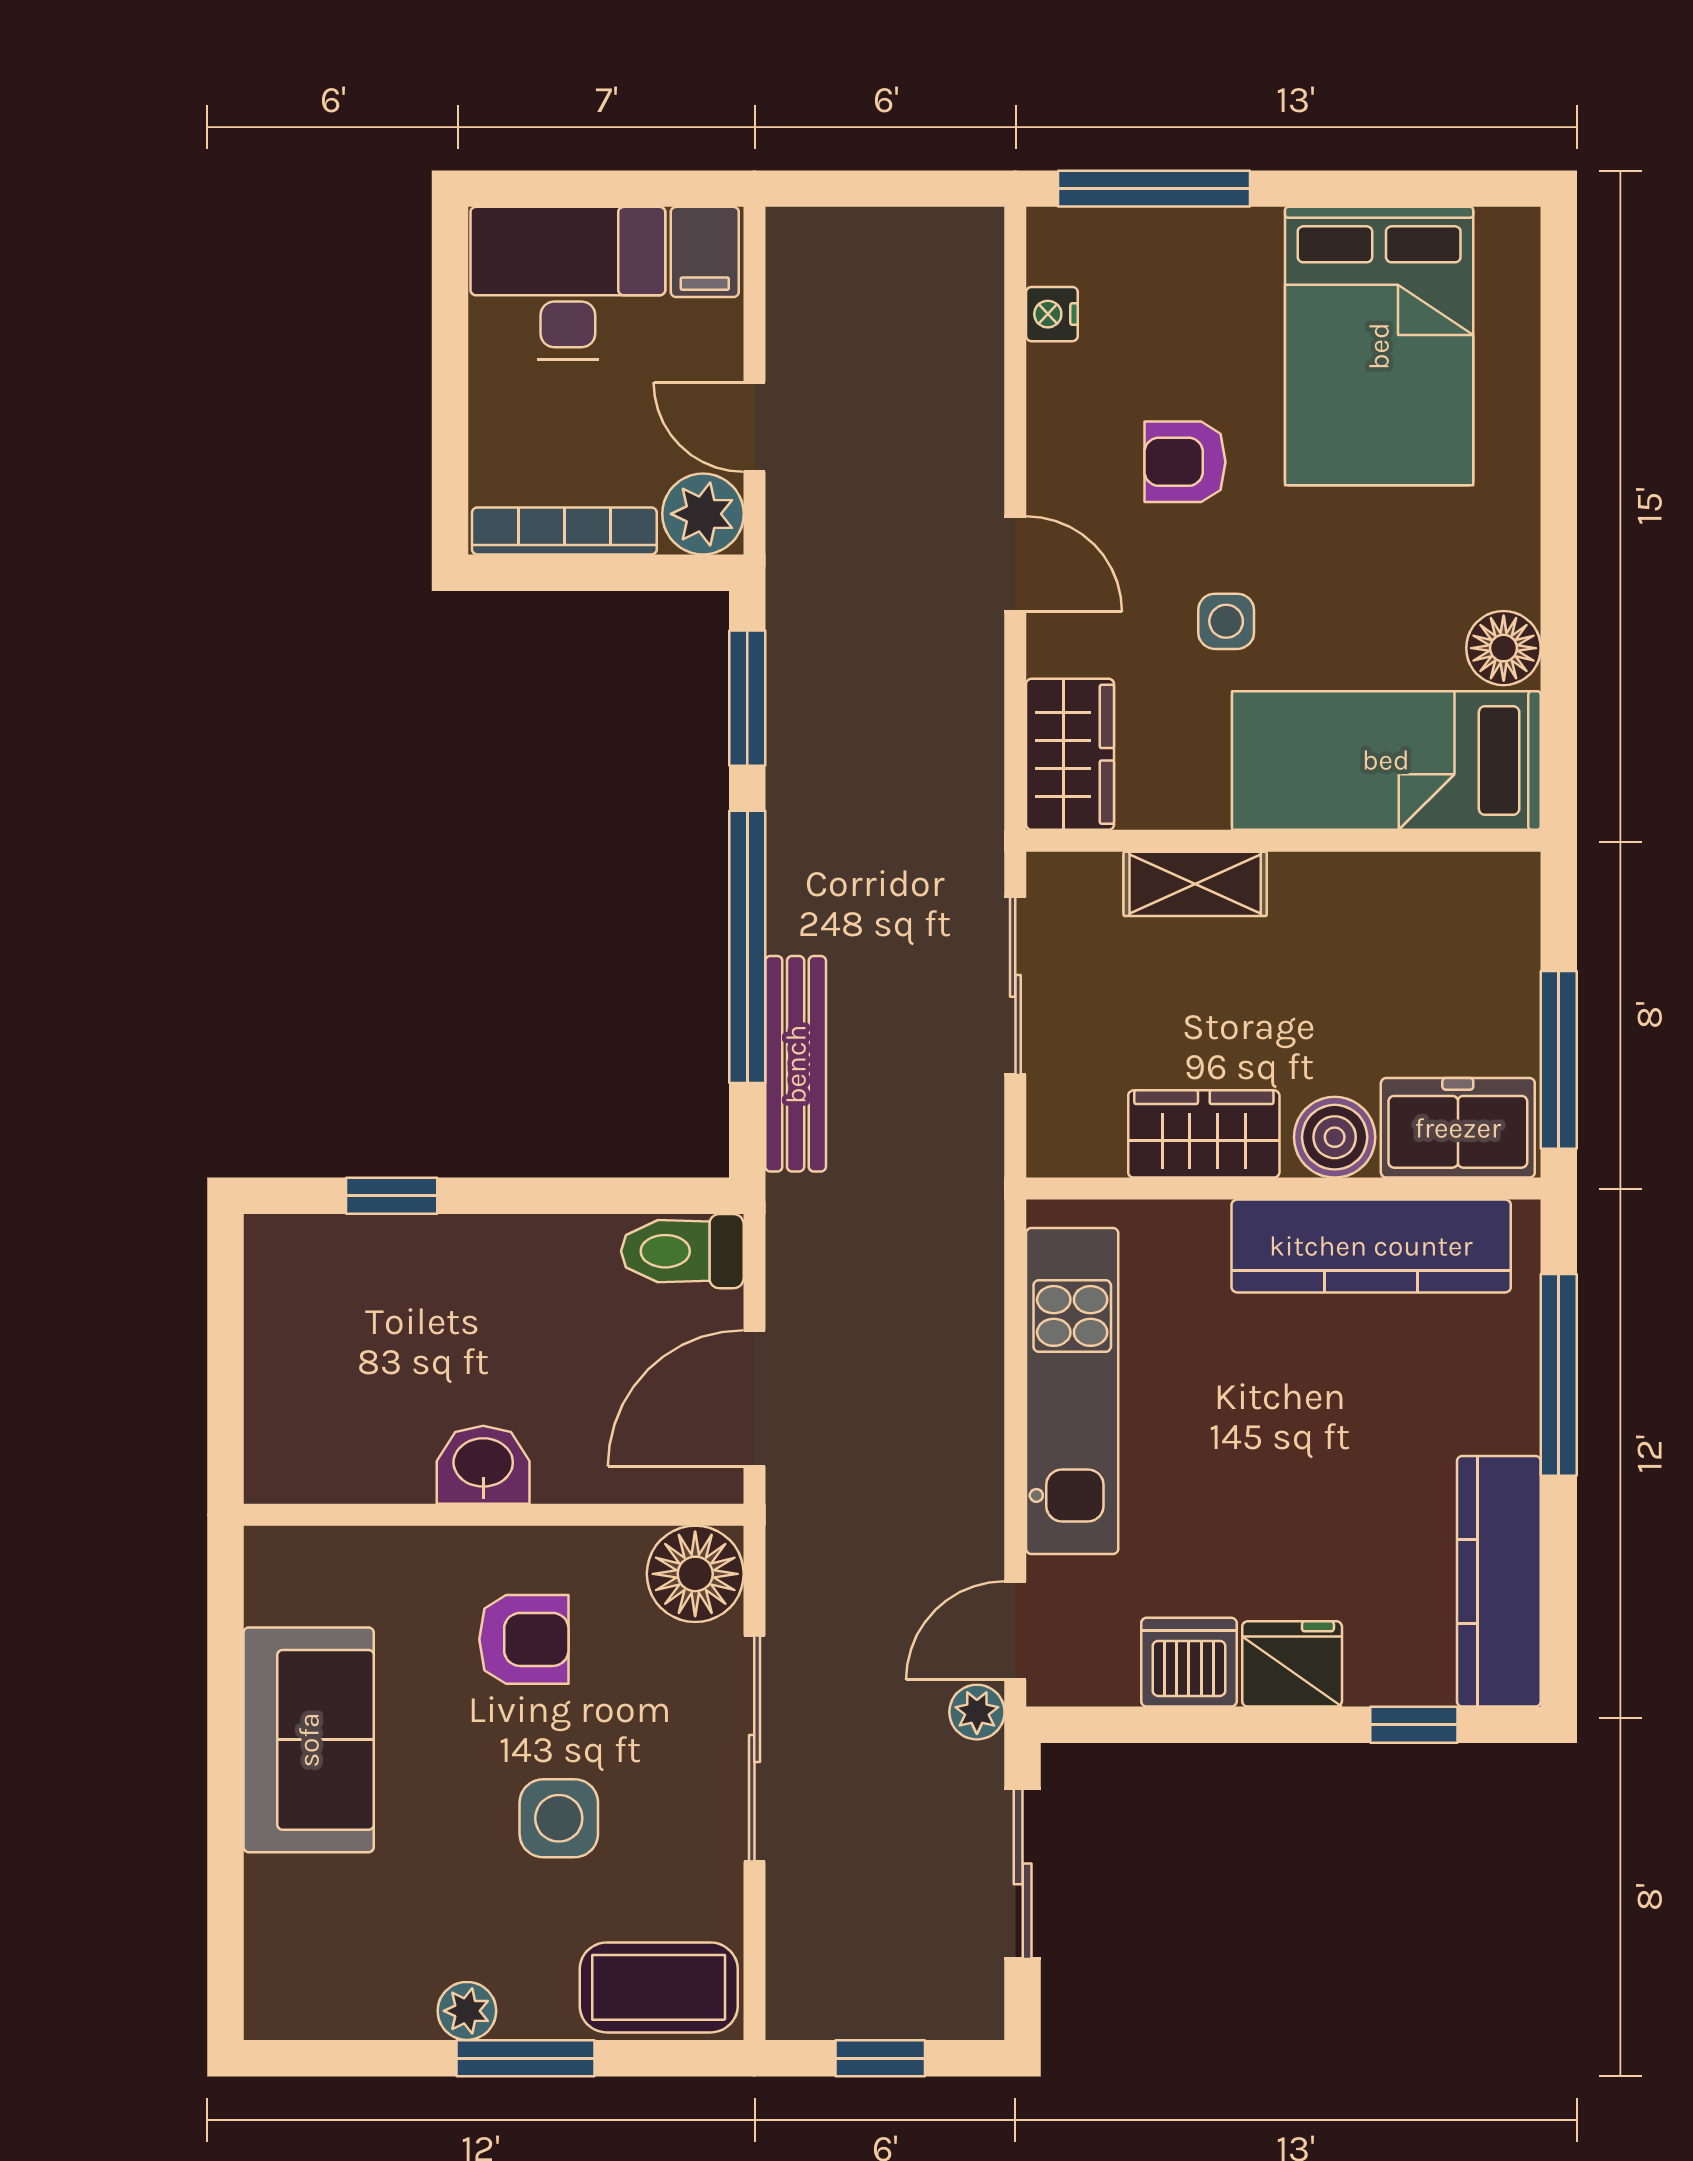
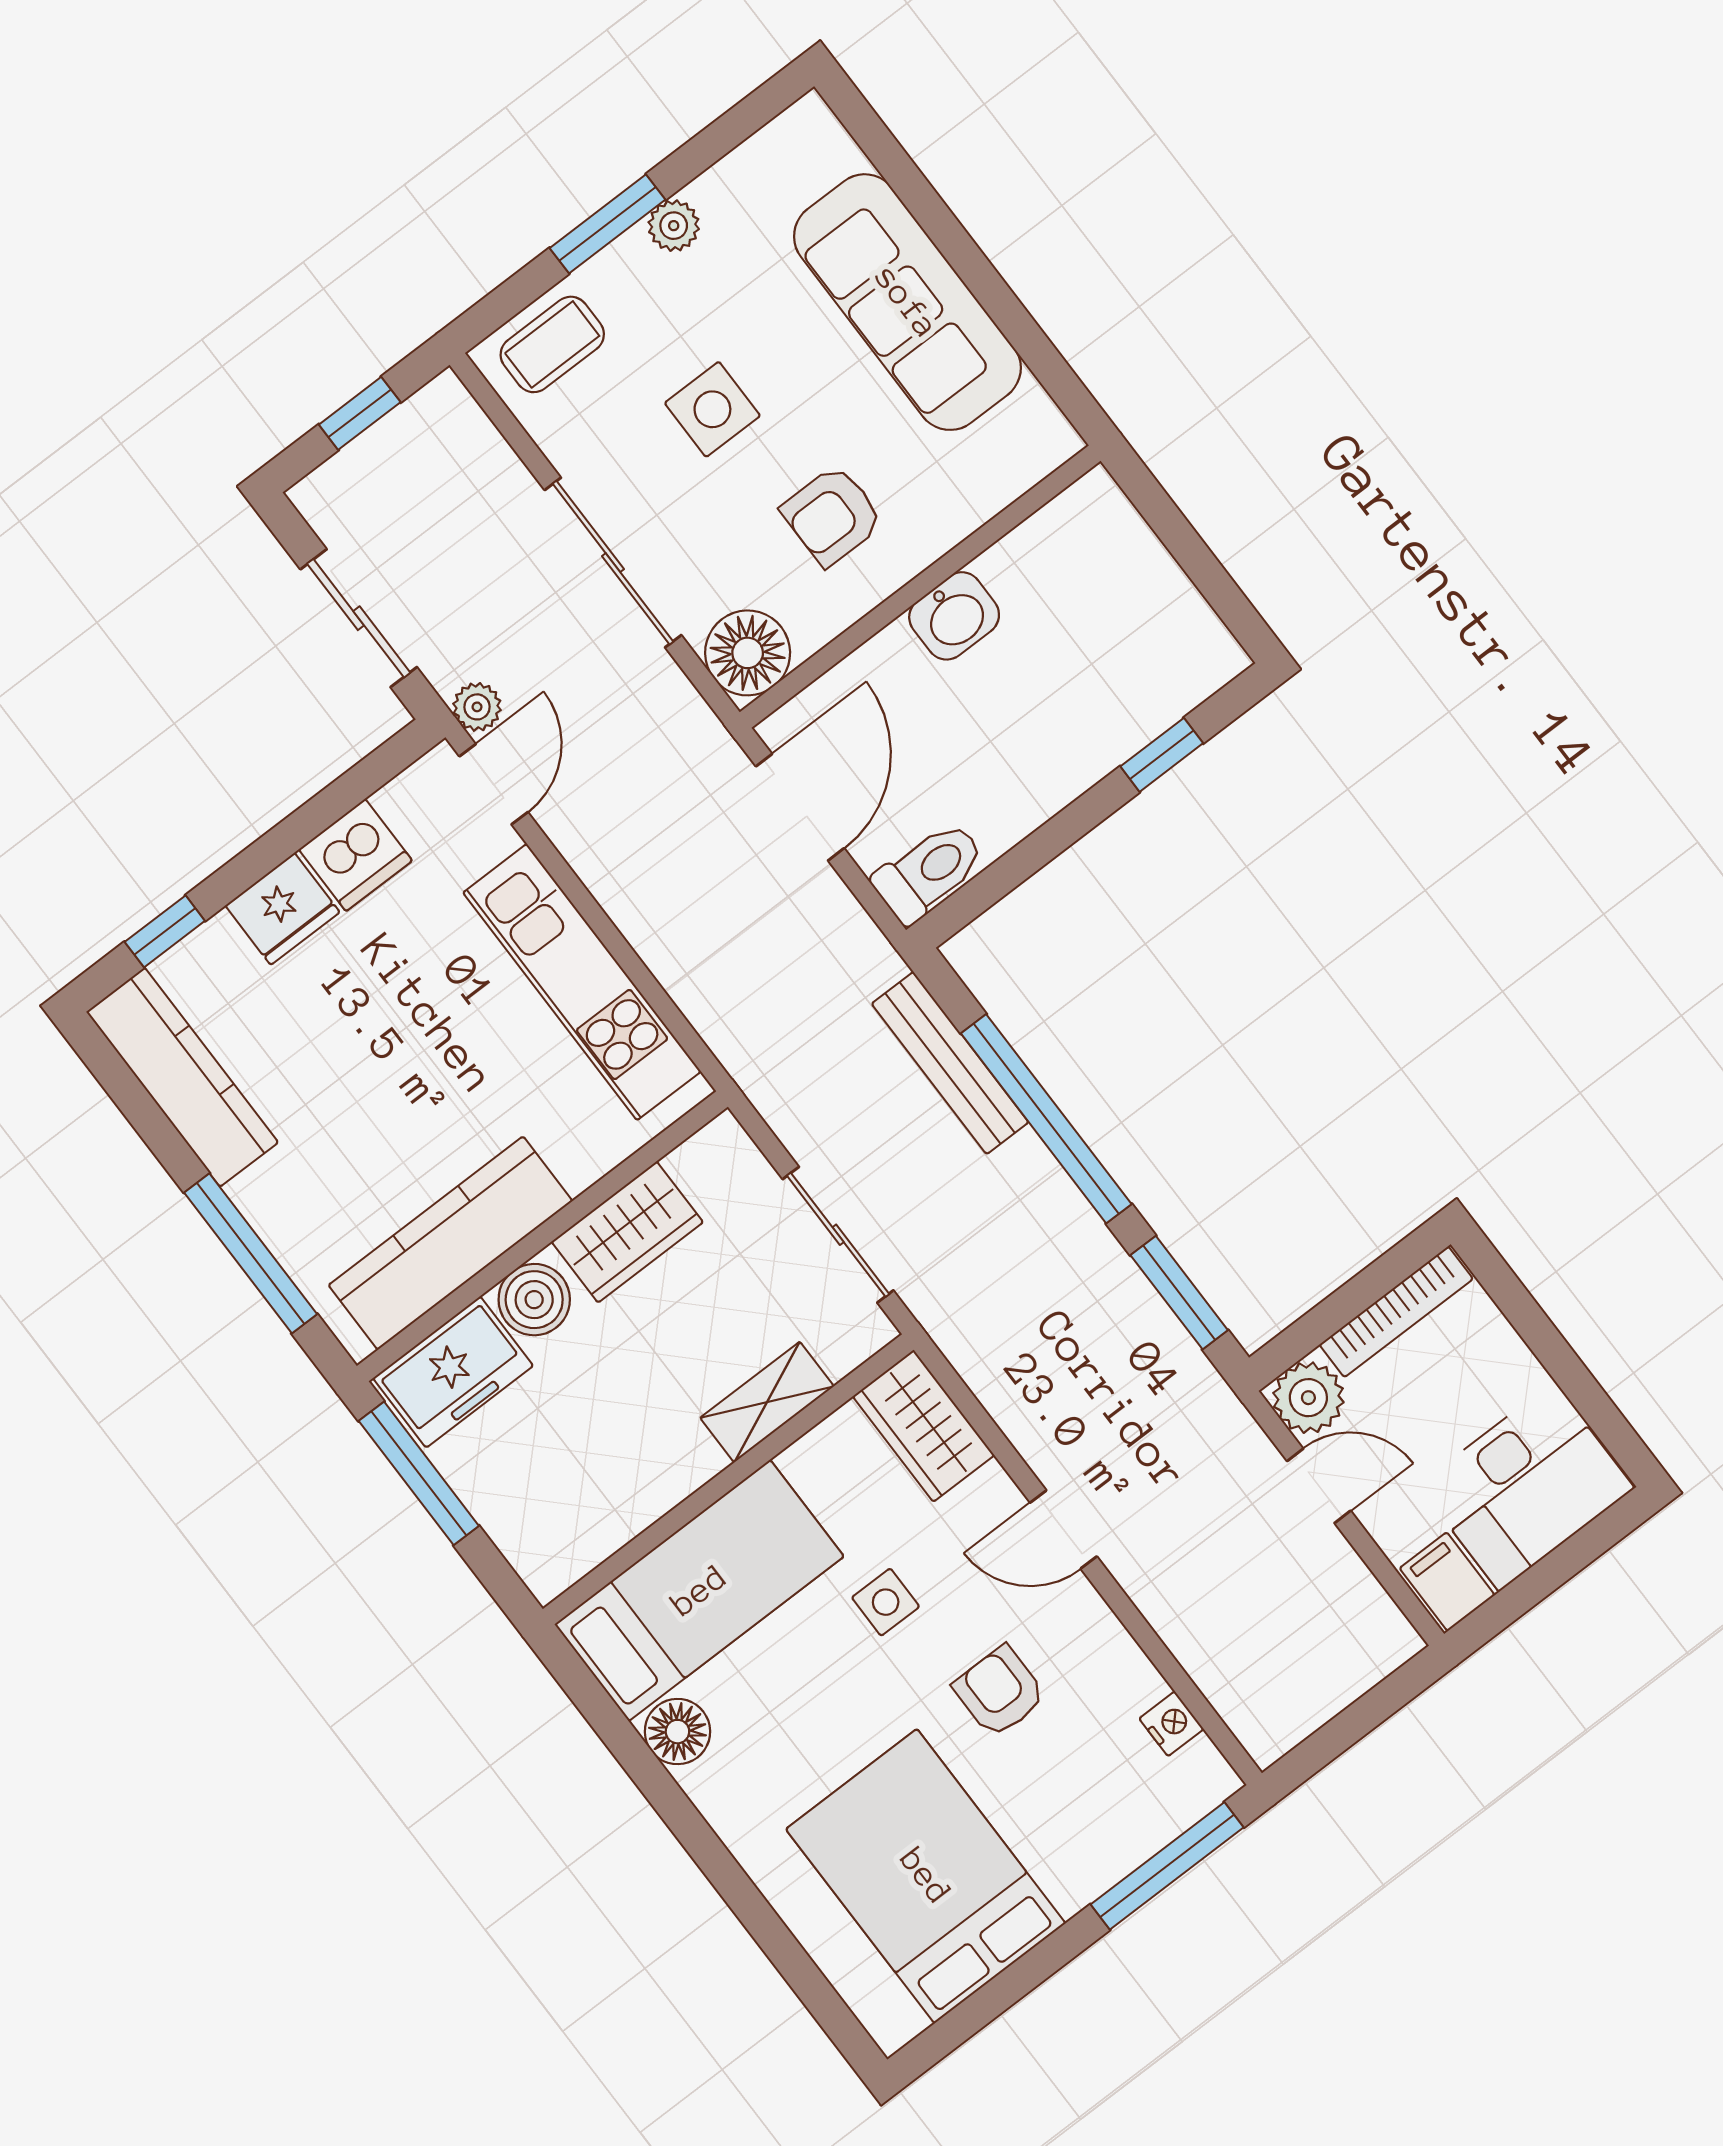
armchair: (1185, 462) -> (1000, 1692), turned -90
sofa: (309, 1740) -> (907, 302), width x1.36
coffee table: (659, 1987) -> (552, 344), width x0.73, depth x0.77

